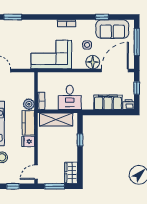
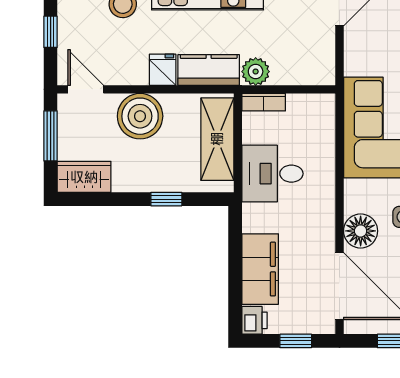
boiler: (47, 150) -> (140, 116), added

